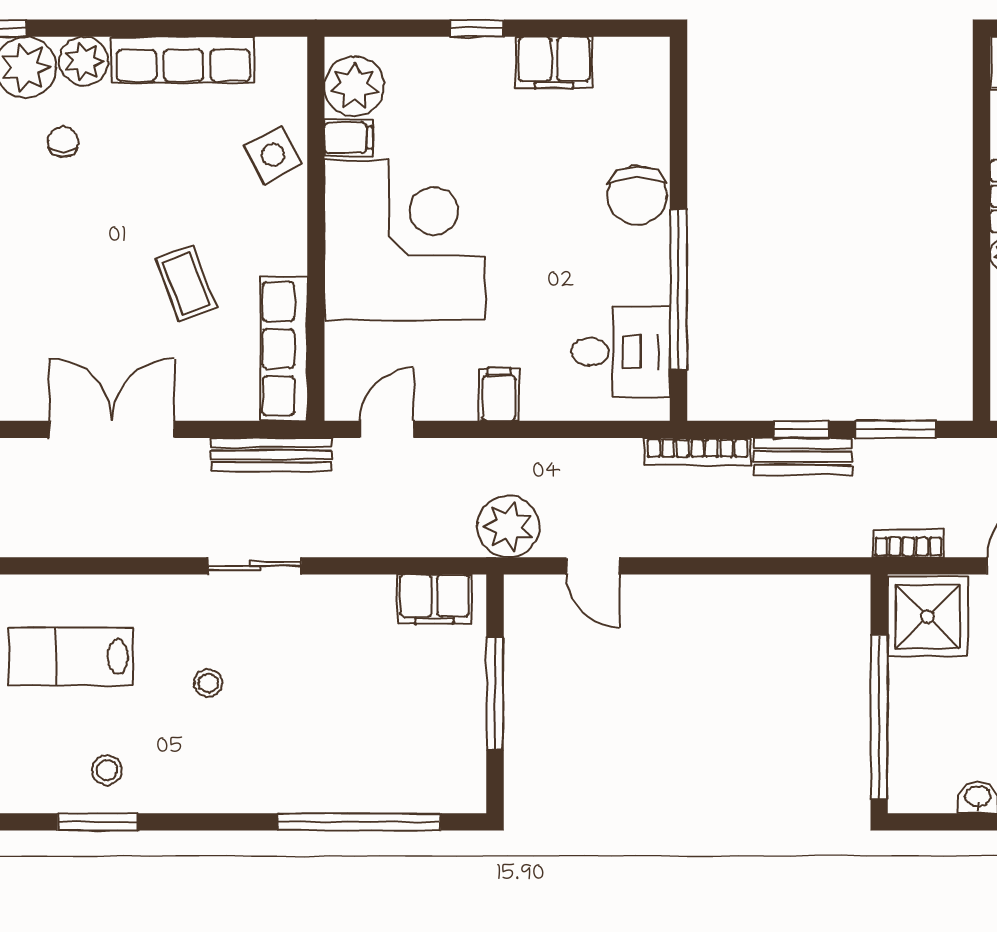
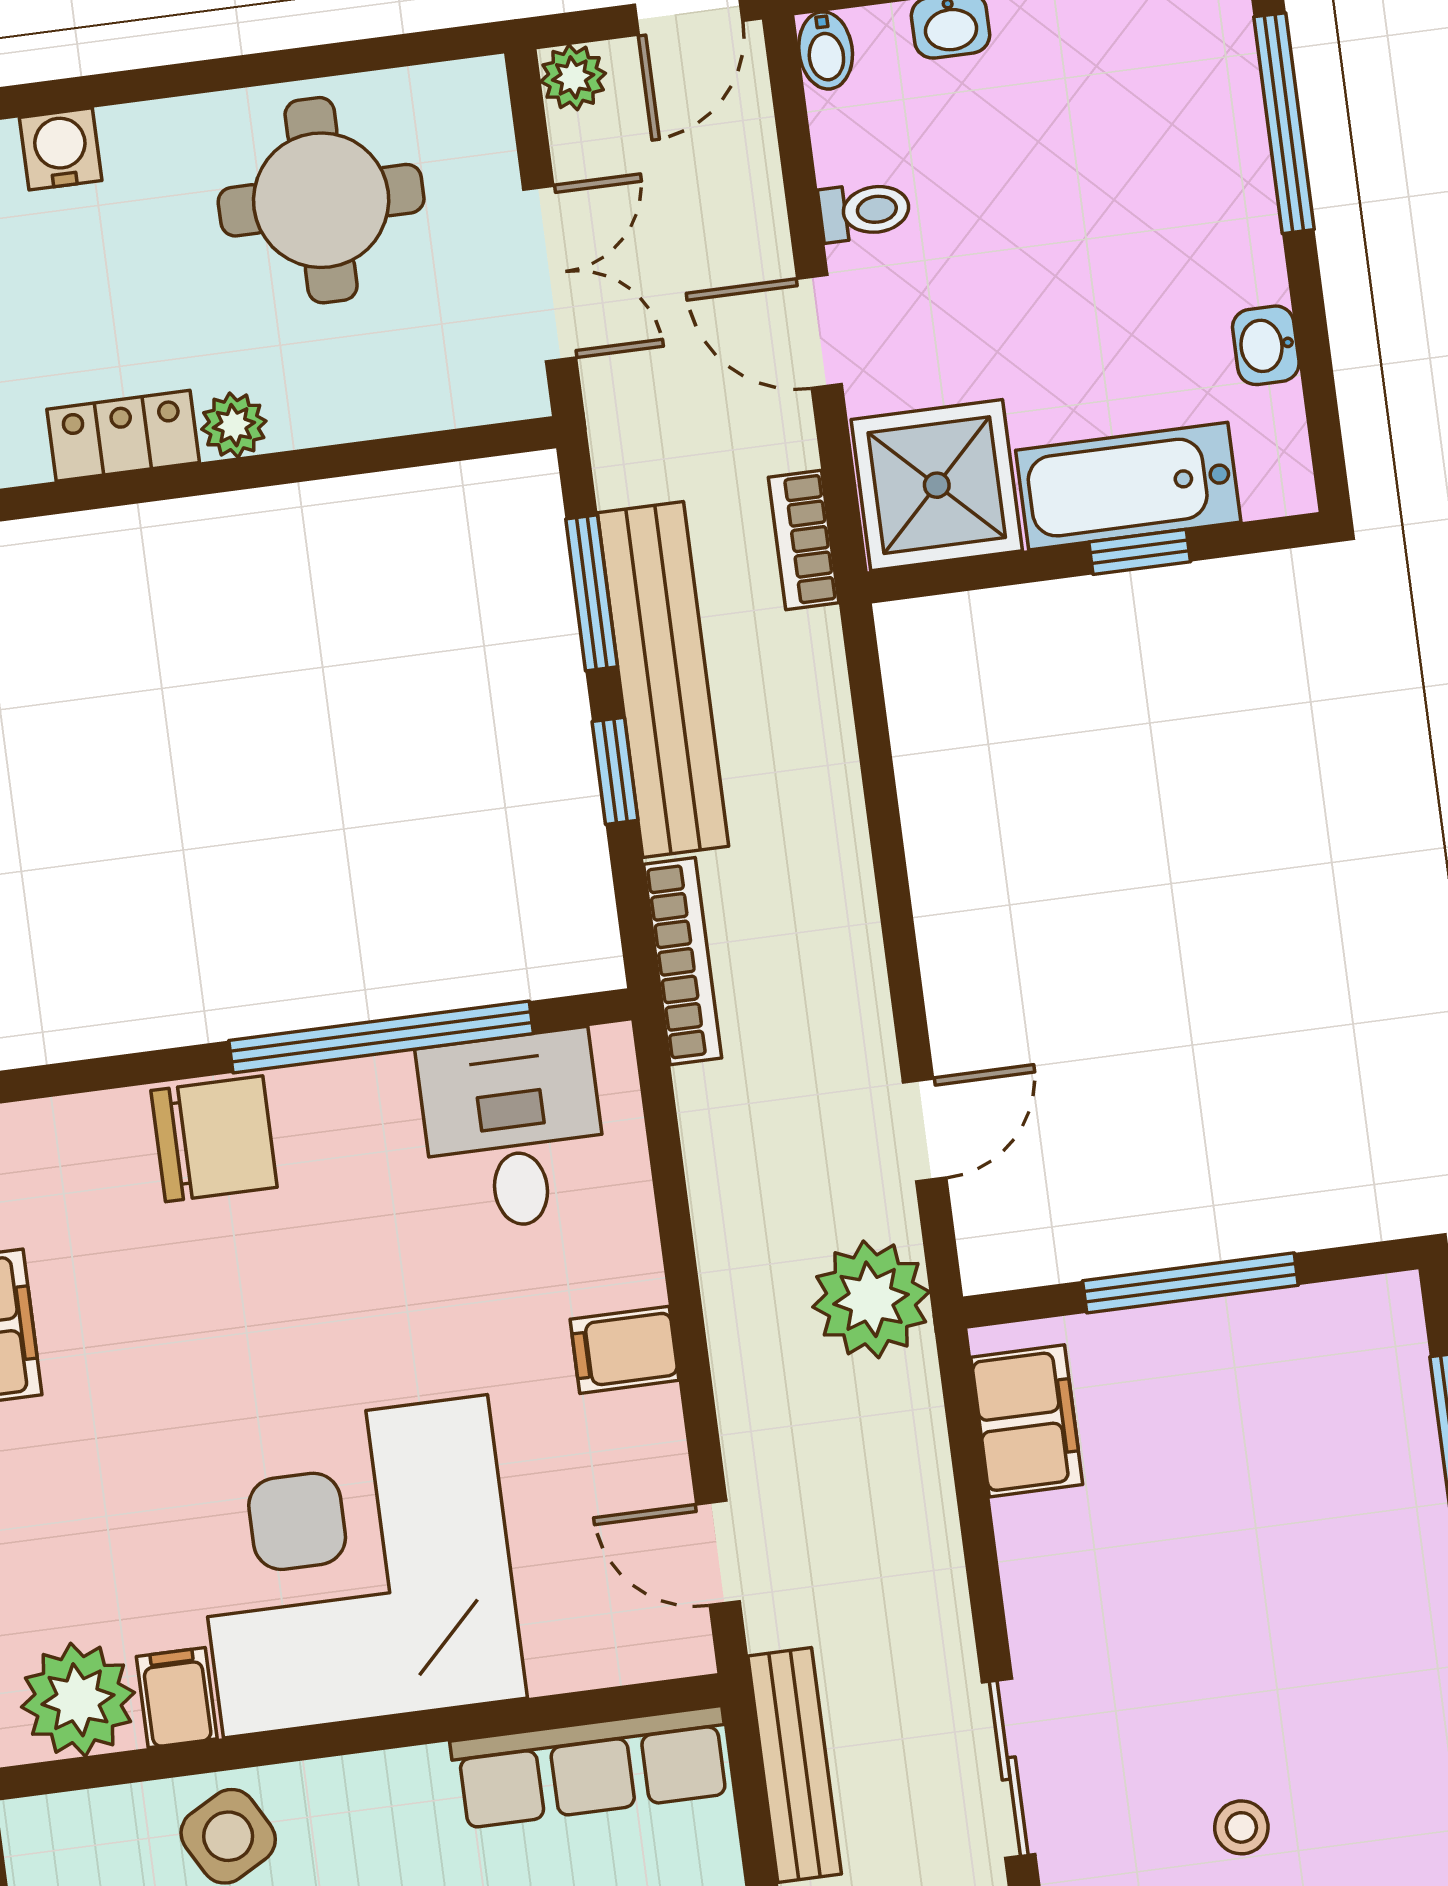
bench: (803, 457) -> (663, 680), width x1.86, depth x1.21
bathtub: (914, 716) -> (1128, 486), added
window: (879, 717) -> (1140, 552), width x0.32

